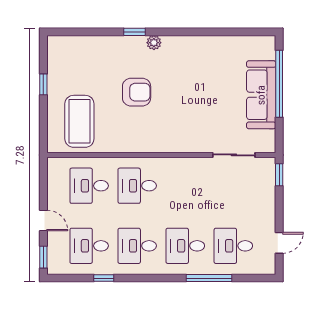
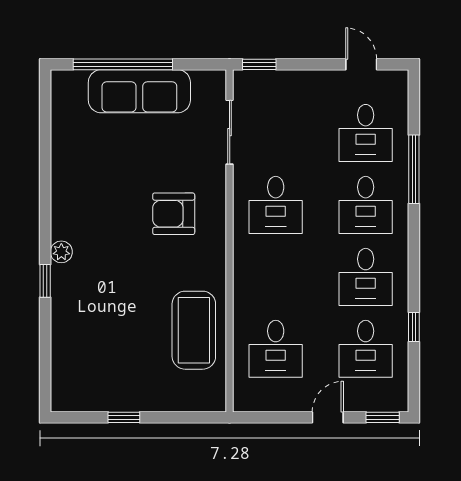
armchair: (137, 92) -> (174, 214), moved, turned -90
coffee table: (79, 121) -> (194, 330), moved, turned 90
desk: (137, 186) -> (276, 205), moved

